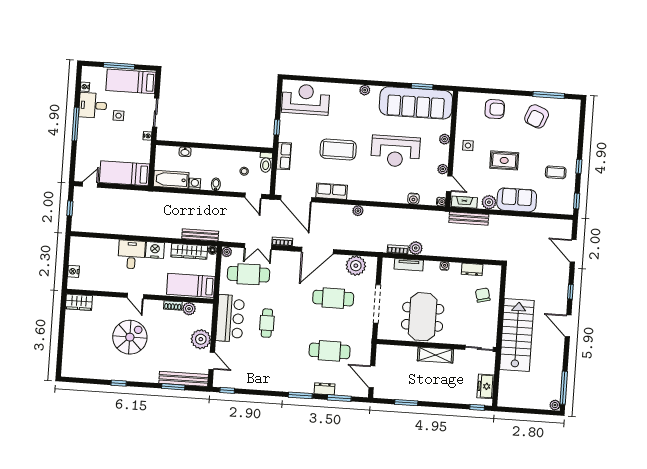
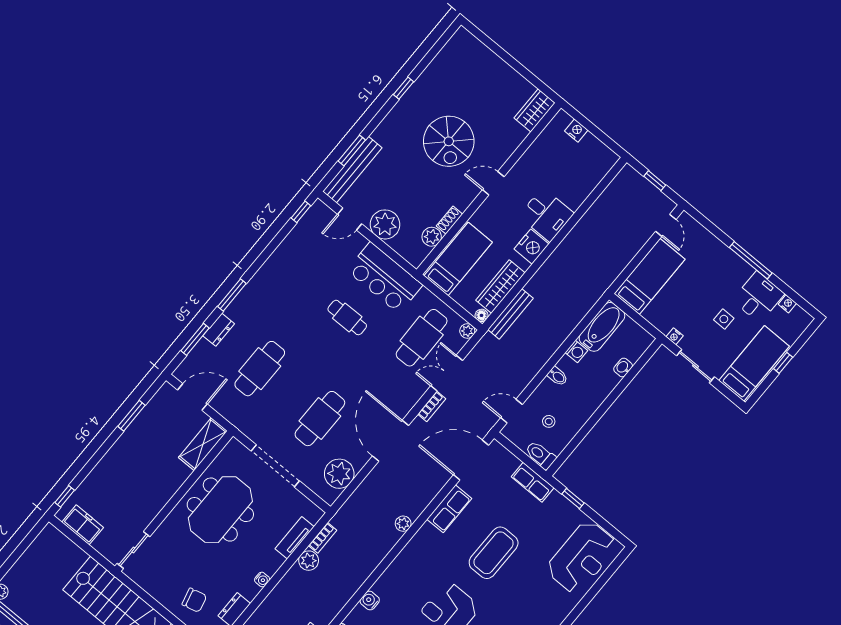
window: (119, 66) -> (783, 363), width x0.46
meeting table: (423, 317) -> (220, 510), turned 90
shelving: (435, 355) -> (203, 444), moved

